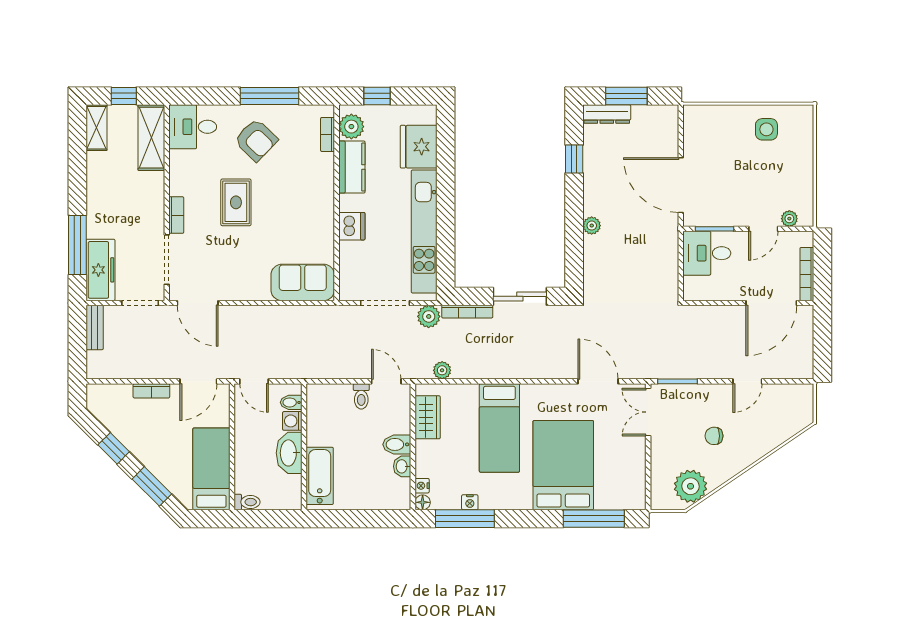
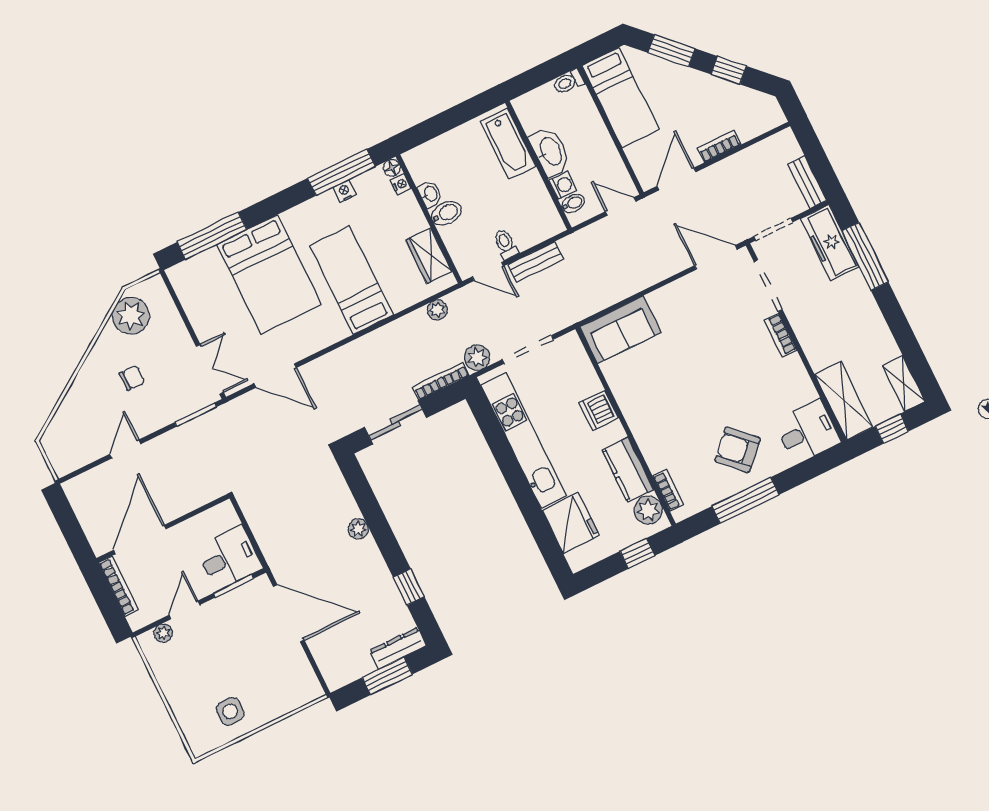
rug: (236, 202) -> (727, 377), removed
bench: (344, 370) -> (536, 262), added

